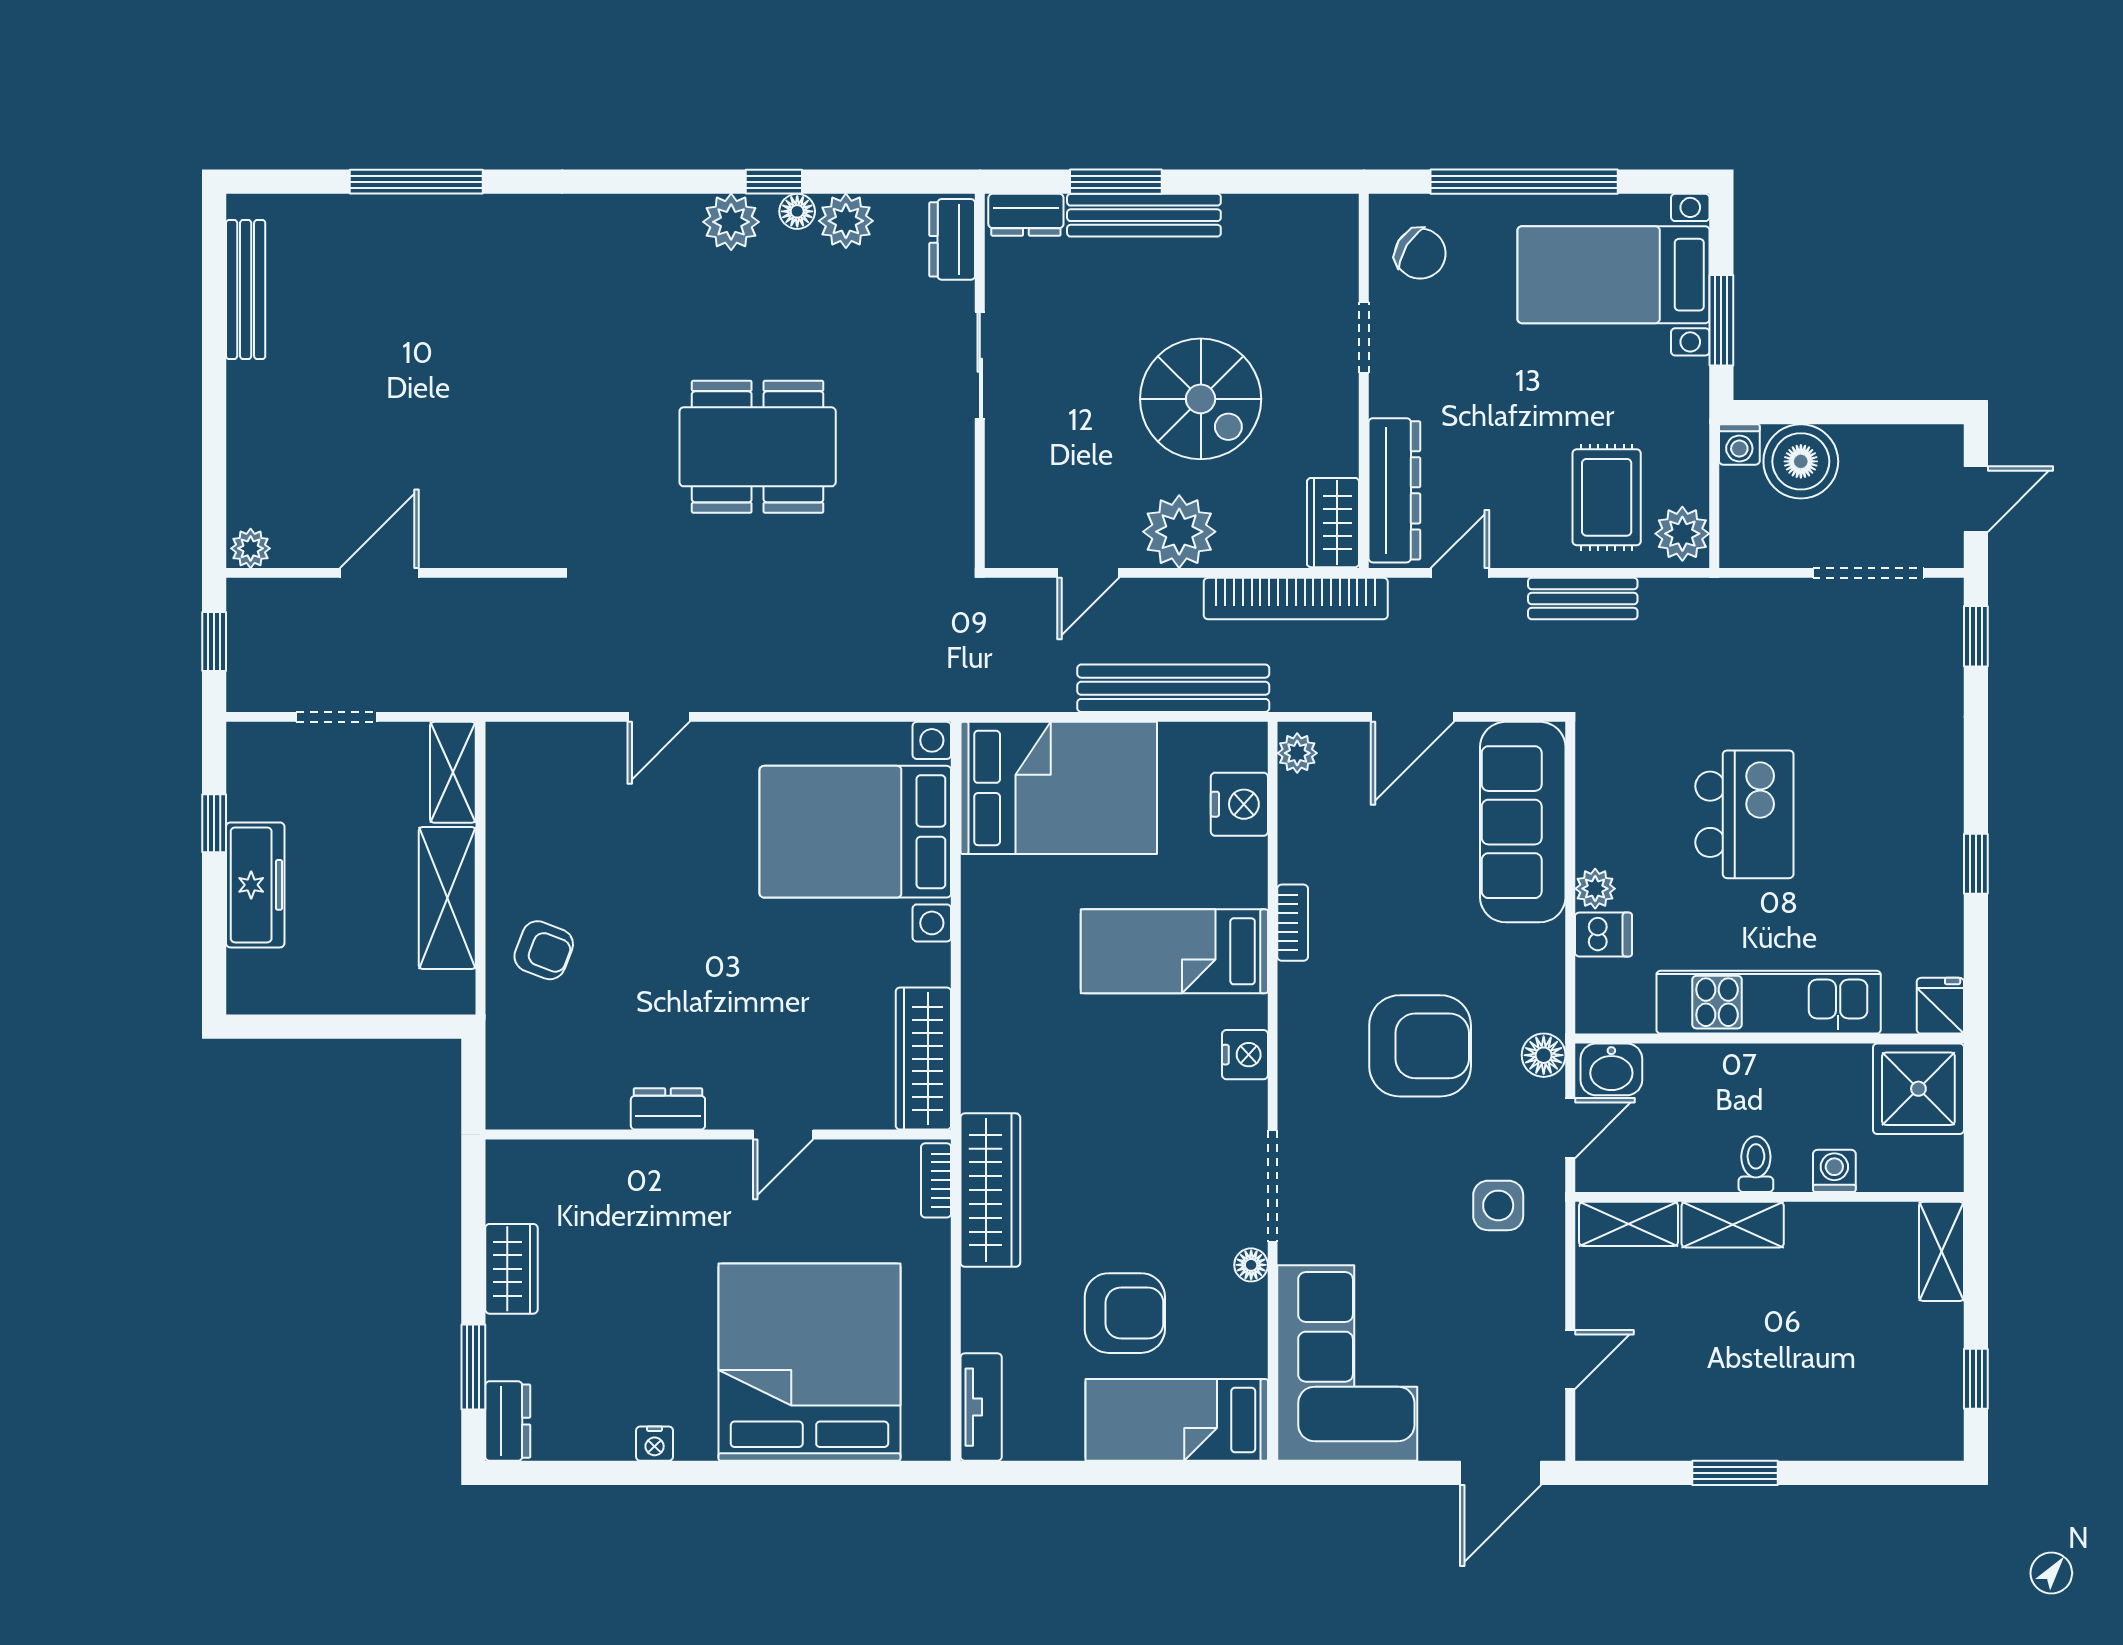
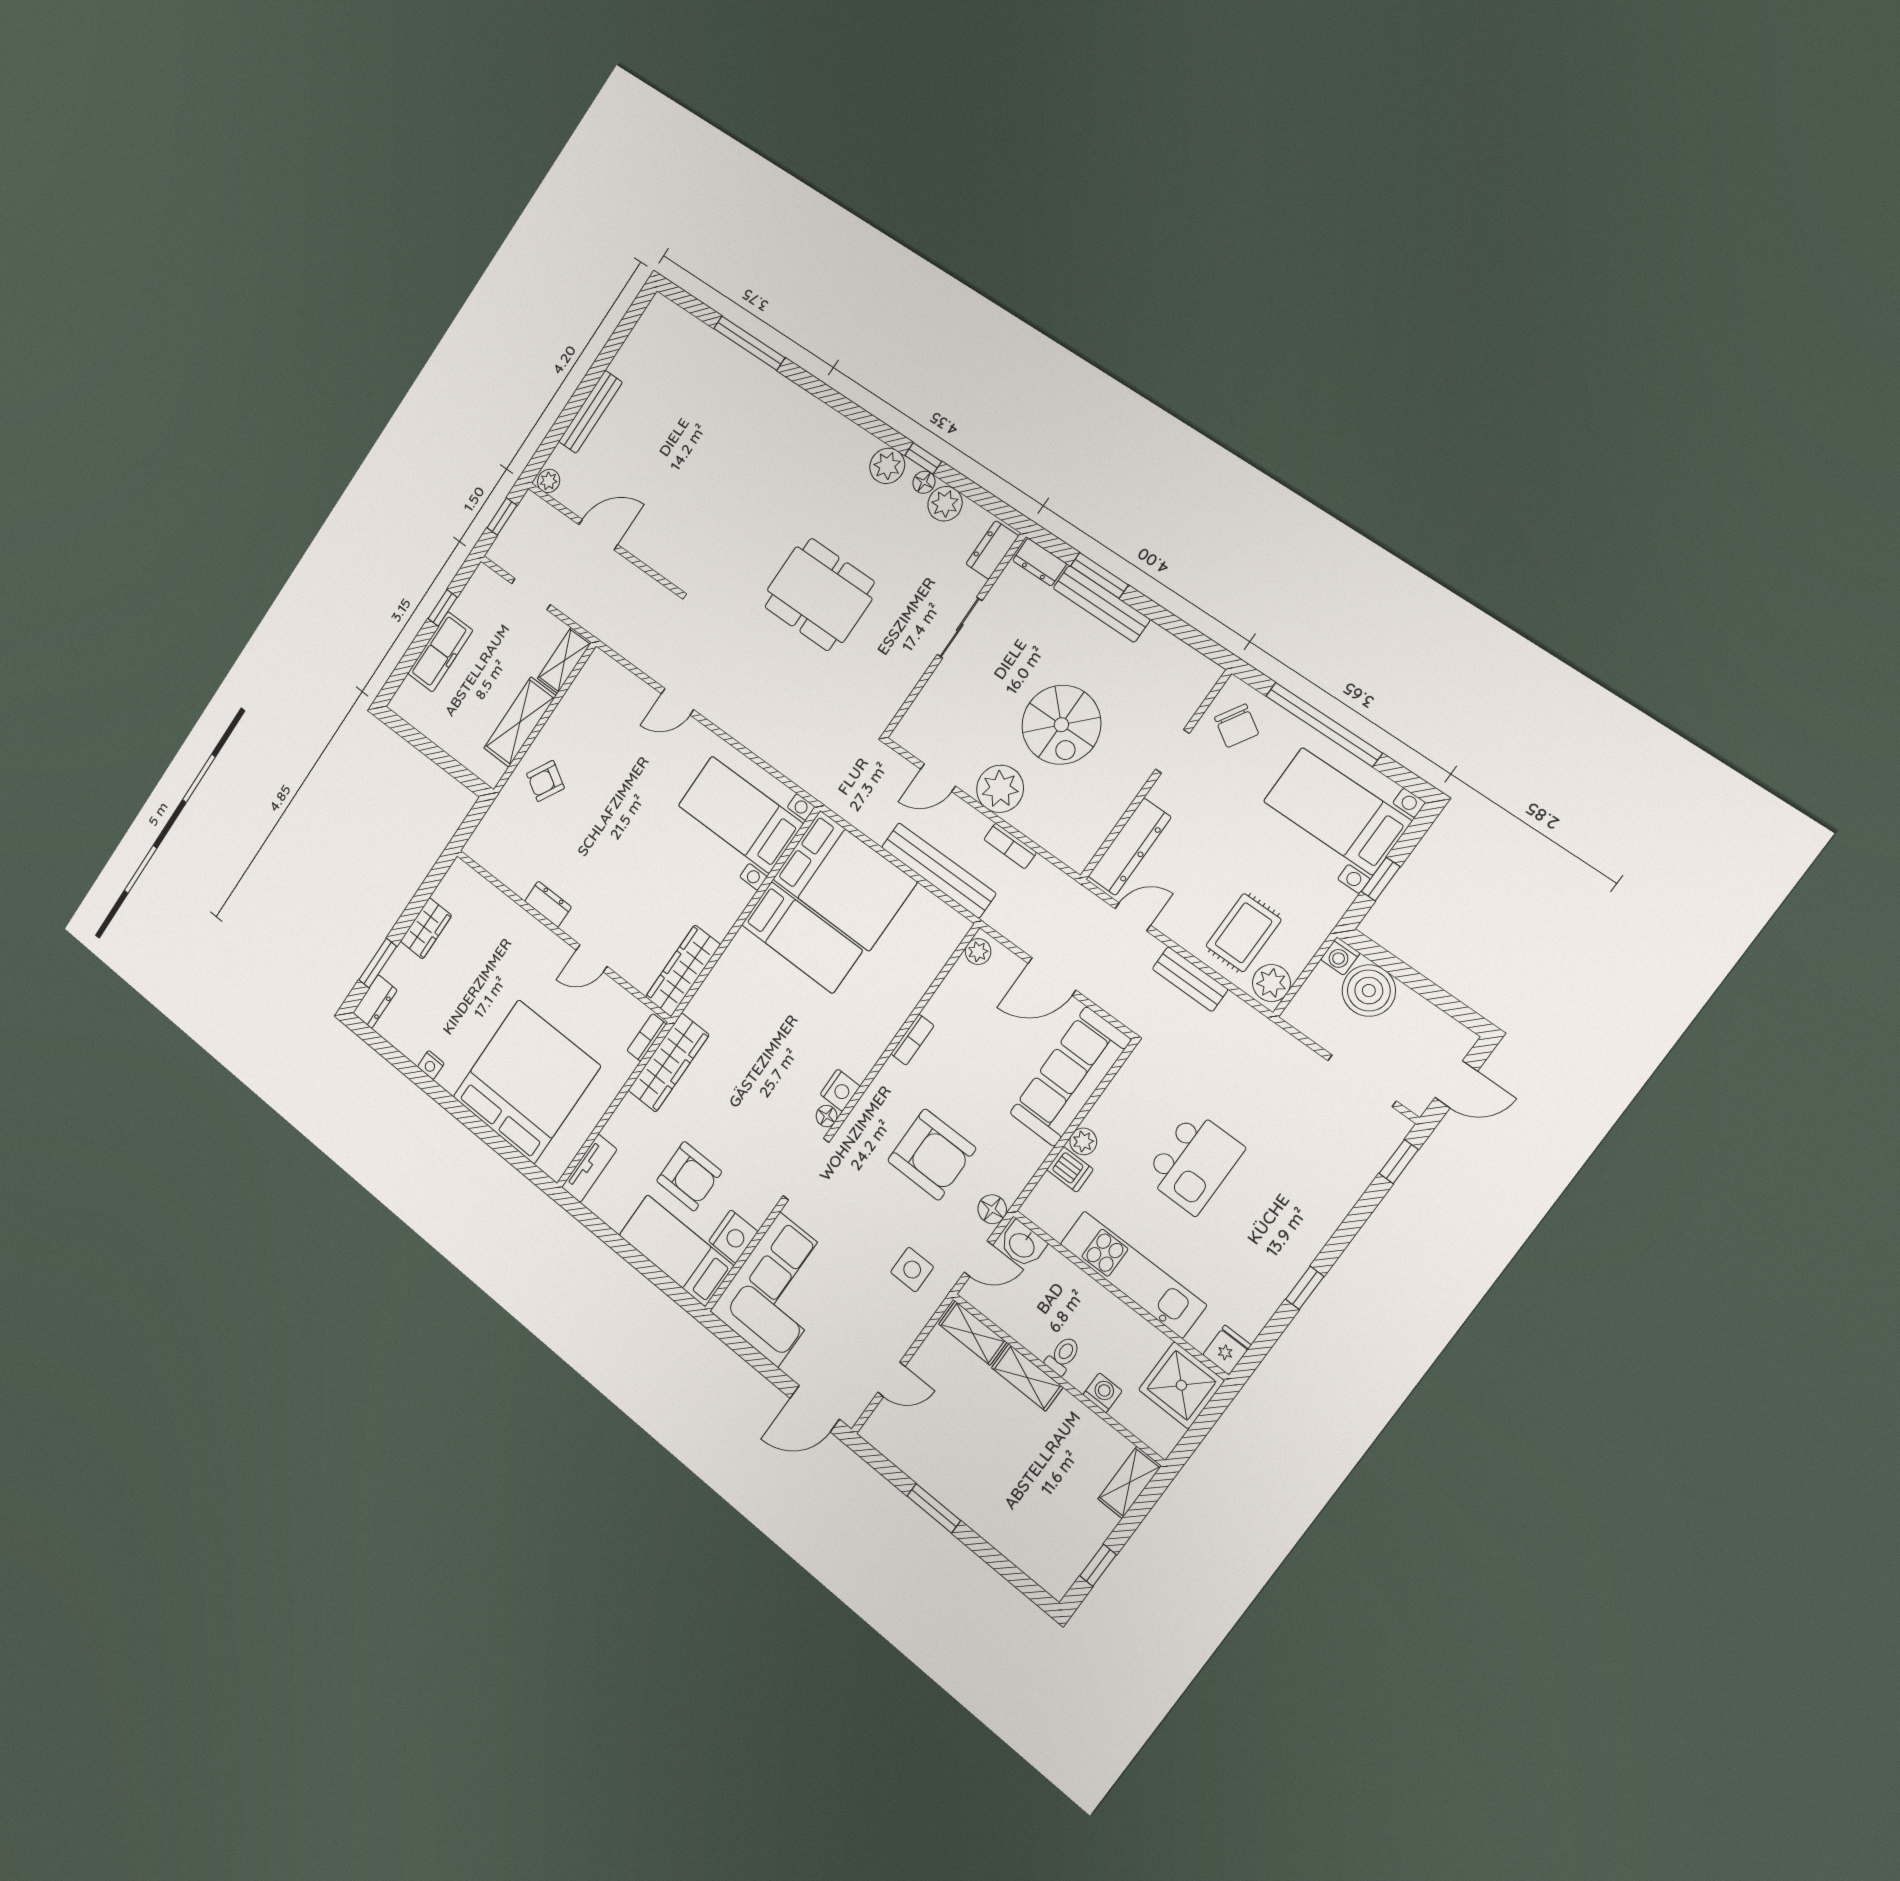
bench: (246, 290) -> (590, 412), moved
window: (1721, 320) -> (1381, 879), width x0.67
wardrobe: (1333, 523) -> (1084, 841), removed
bookcase: (1296, 599) -> (1010, 846), width x0.43, depth x0.76
nightstand: (1239, 804) -> (733, 1236), moved
bed with nightstands: (855, 832) -> (740, 815), width x0.73
armchair: (544, 950) -> (545, 781), turned 99
bed: (1174, 951) -> (802, 937), moved, turned 180
floor lamp: (1251, 1265) -> (827, 1116), moved

